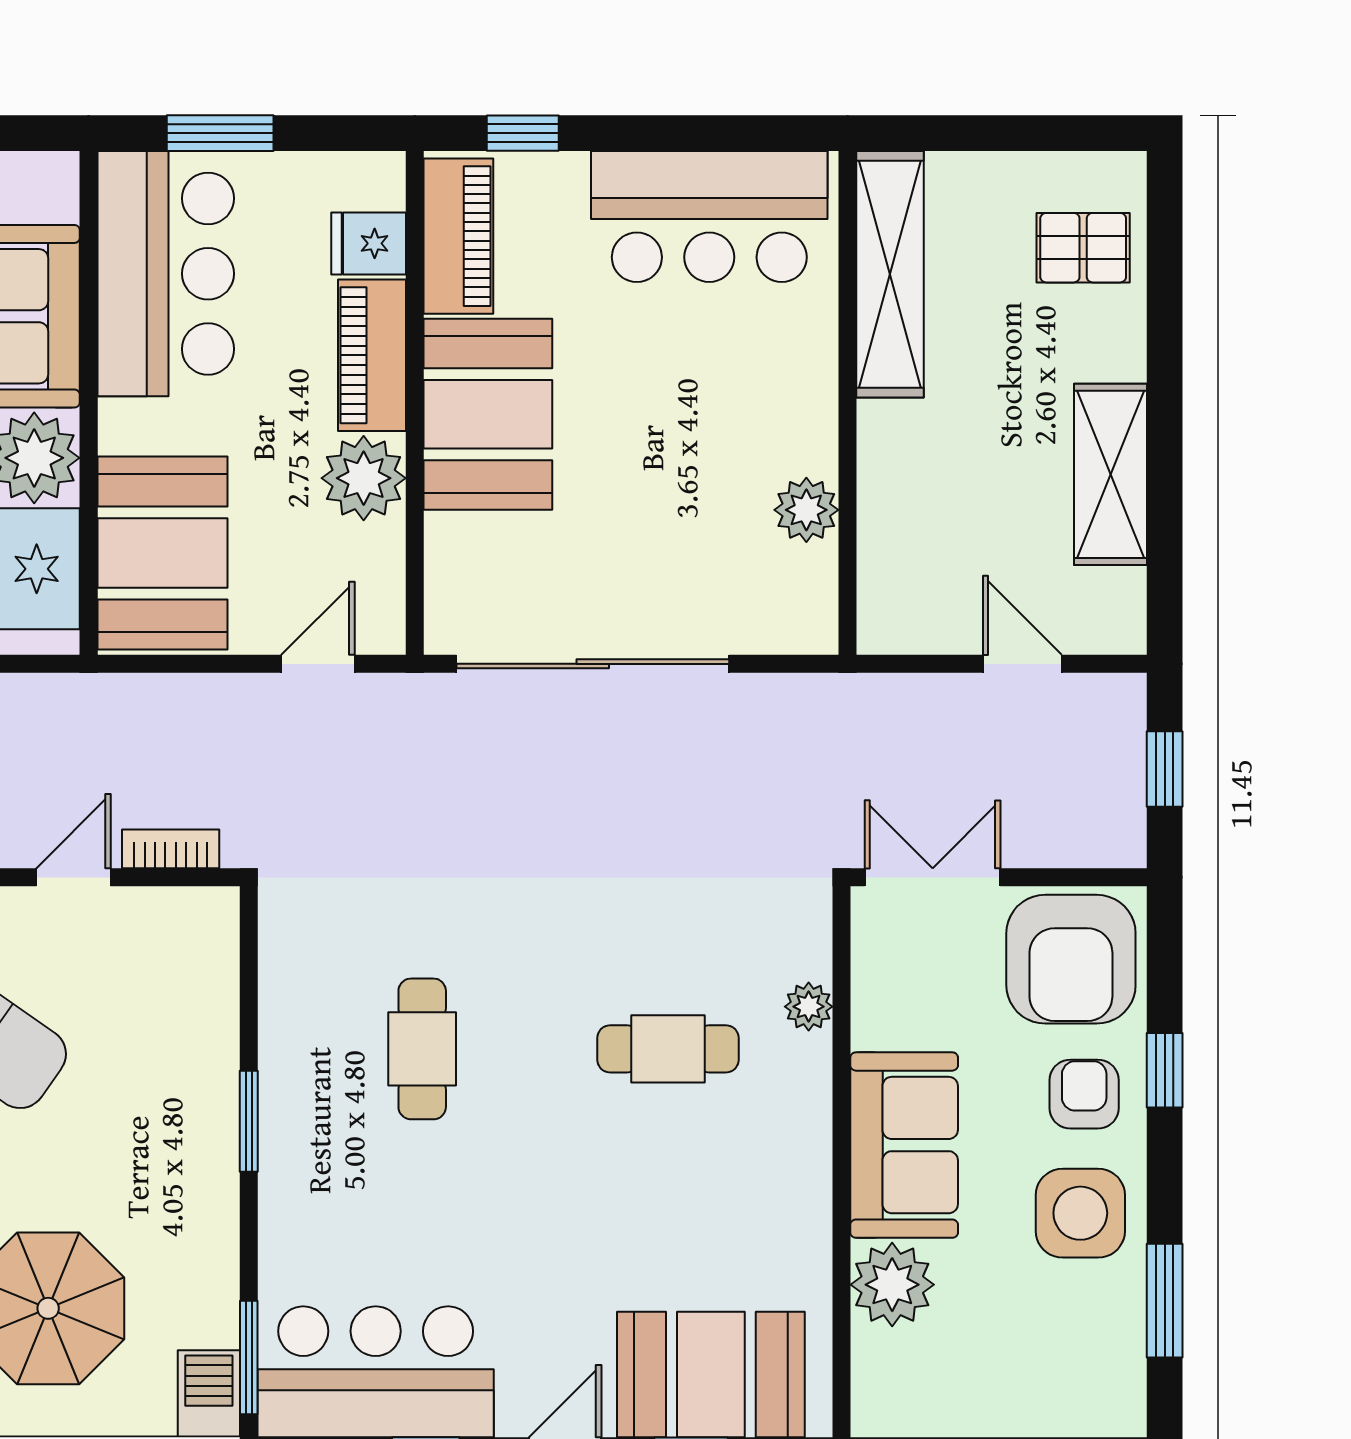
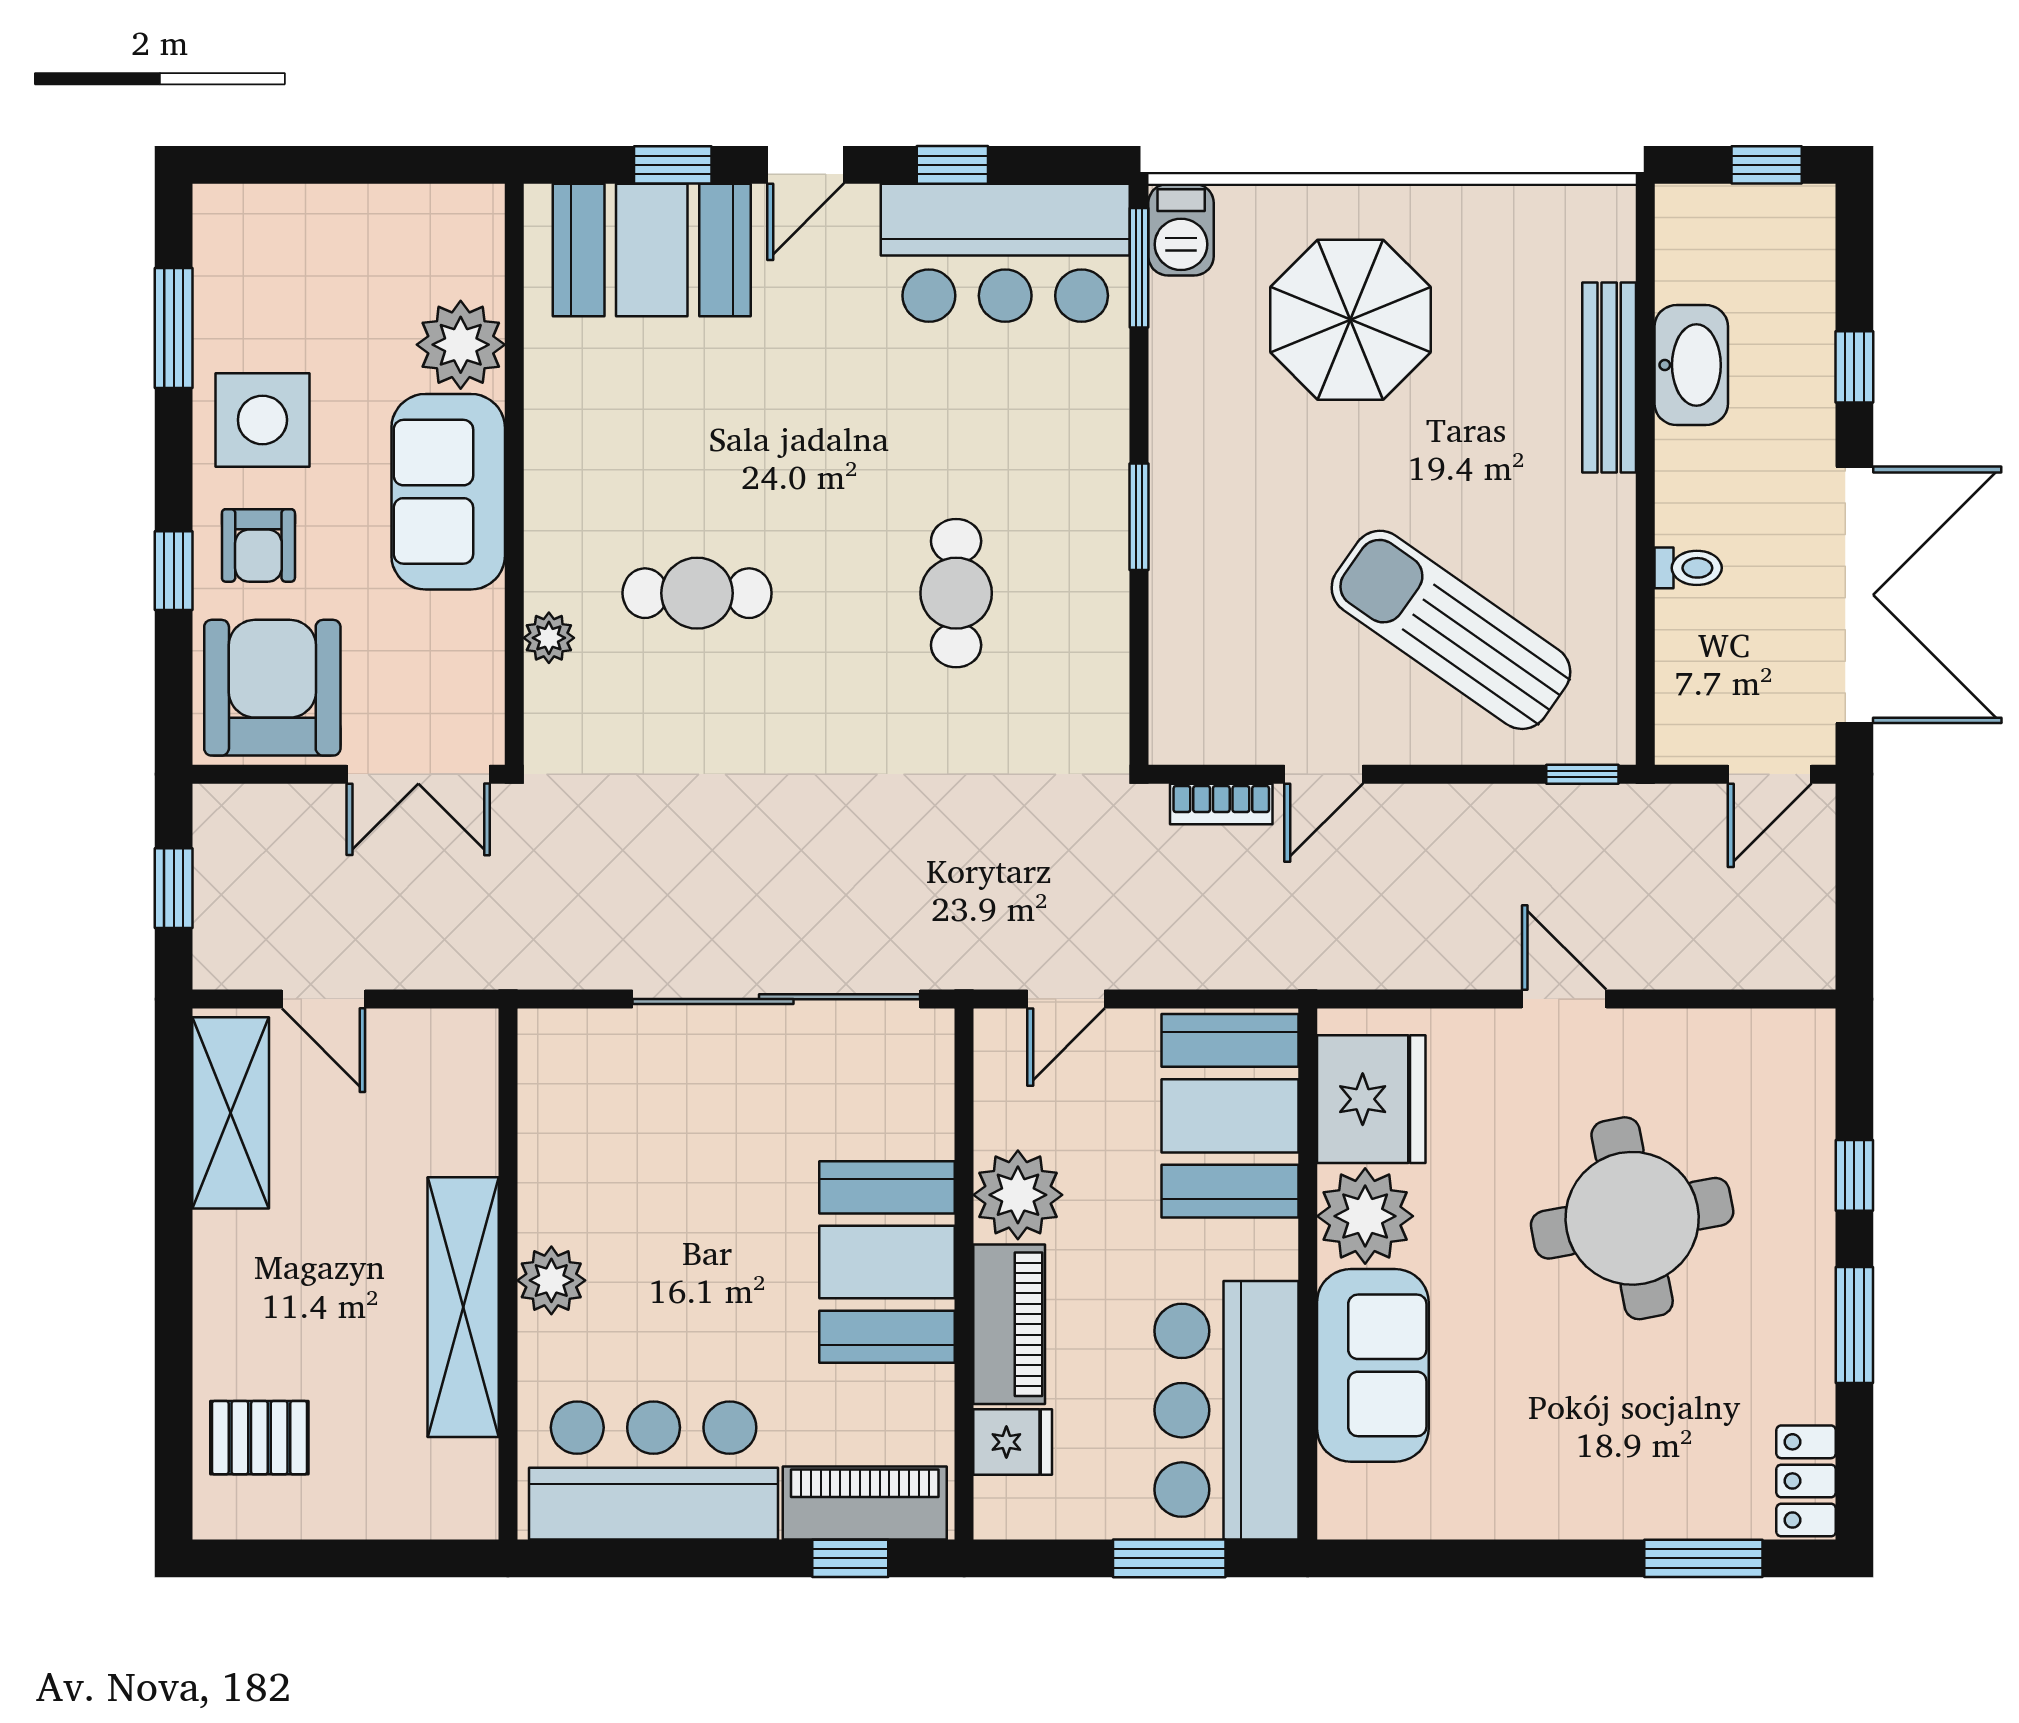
piano: (458, 236) -> (865, 1503), moved, turned 90
shelving: (890, 274) -> (463, 1307), moved
shelving: (1110, 474) -> (231, 1113), moved
plant: (806, 510) -> (551, 1280), moved

